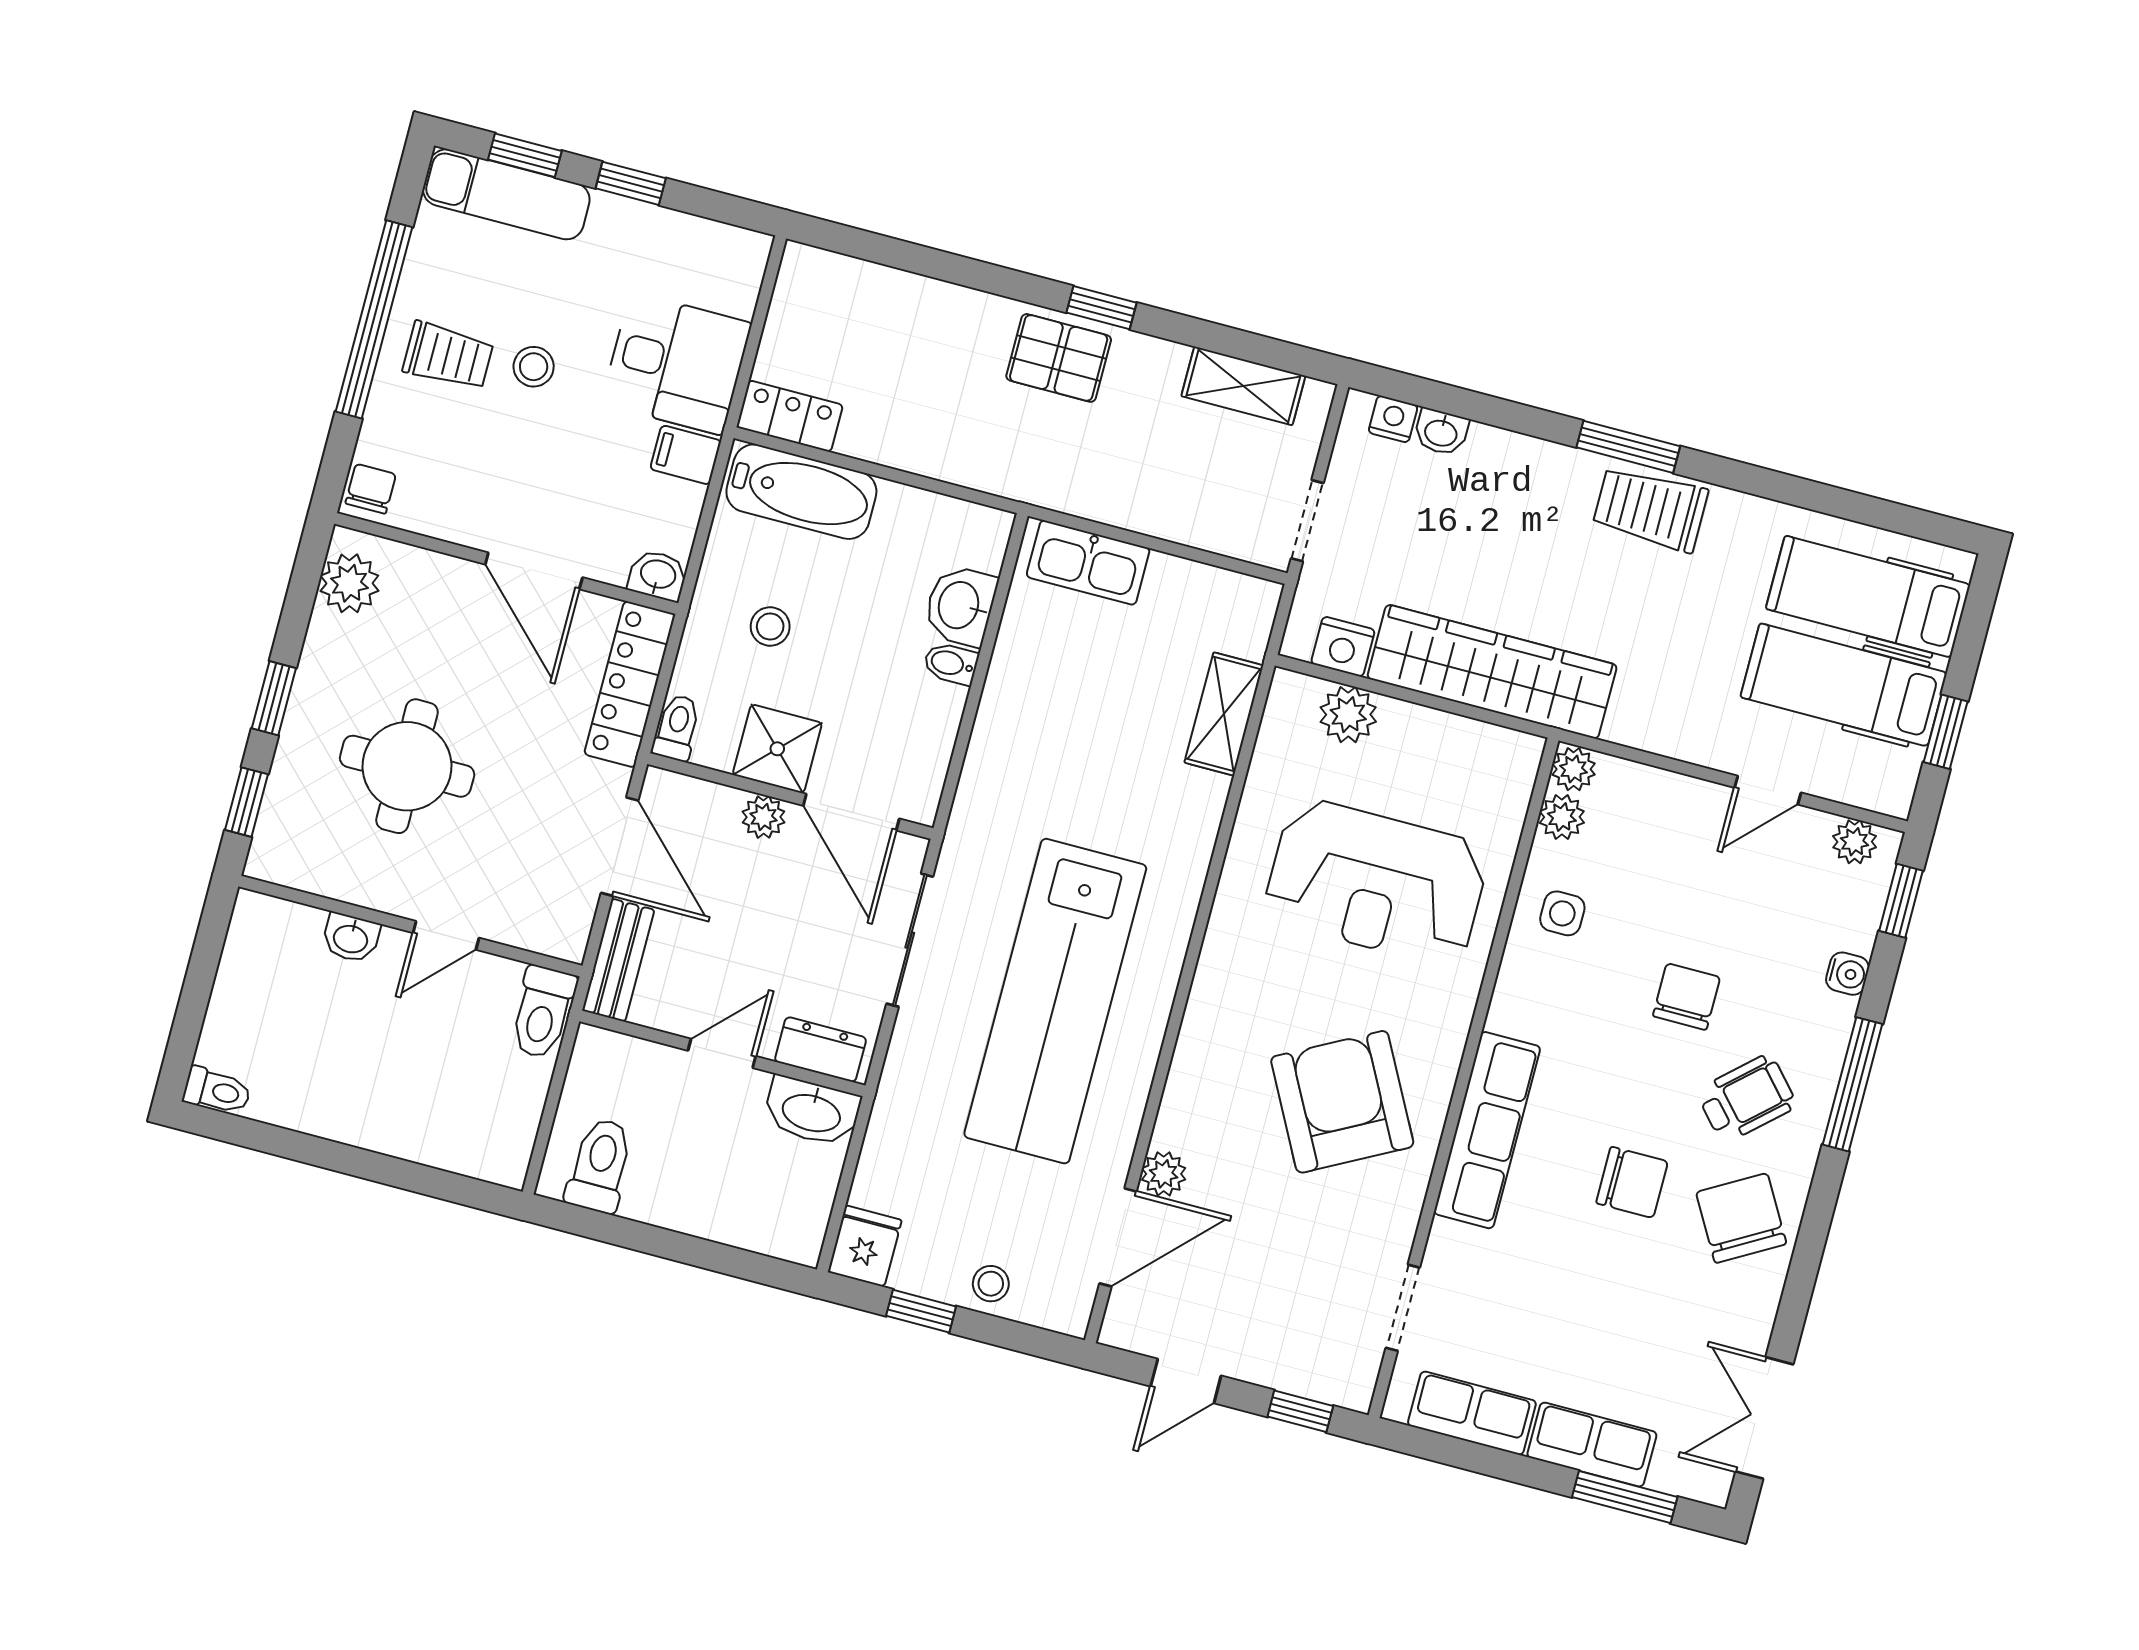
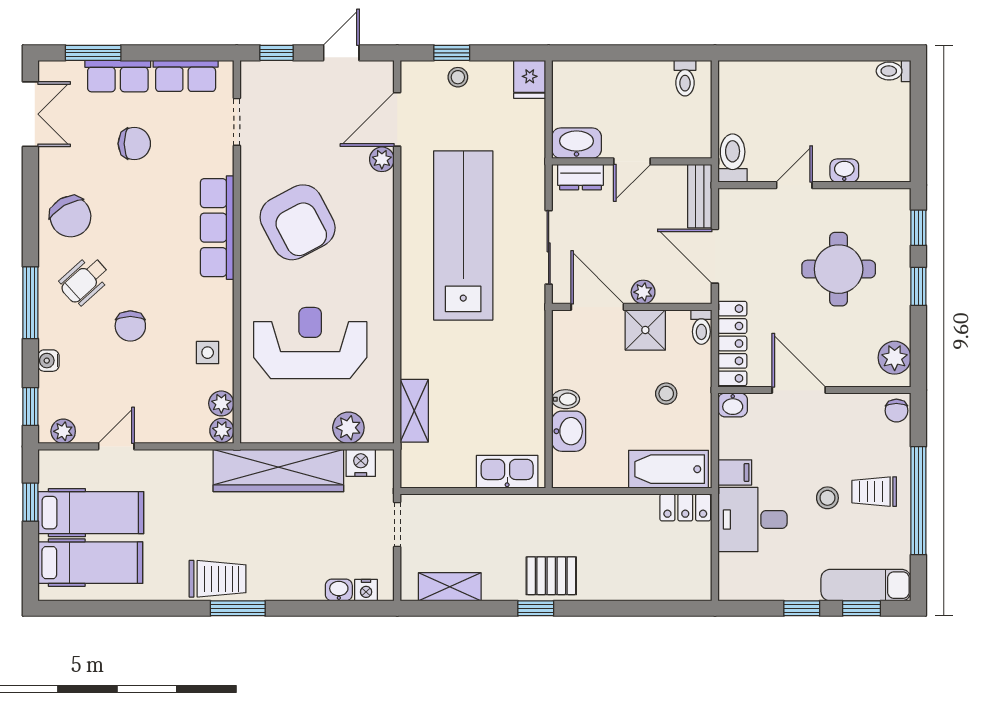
toilet: (600, 1166) -> (685, 78), width x0.73, depth x0.72
chair: (1632, 1182) -> (134, 144), moved, turned 180
window: (921, 1311) -> (452, 53), moved

